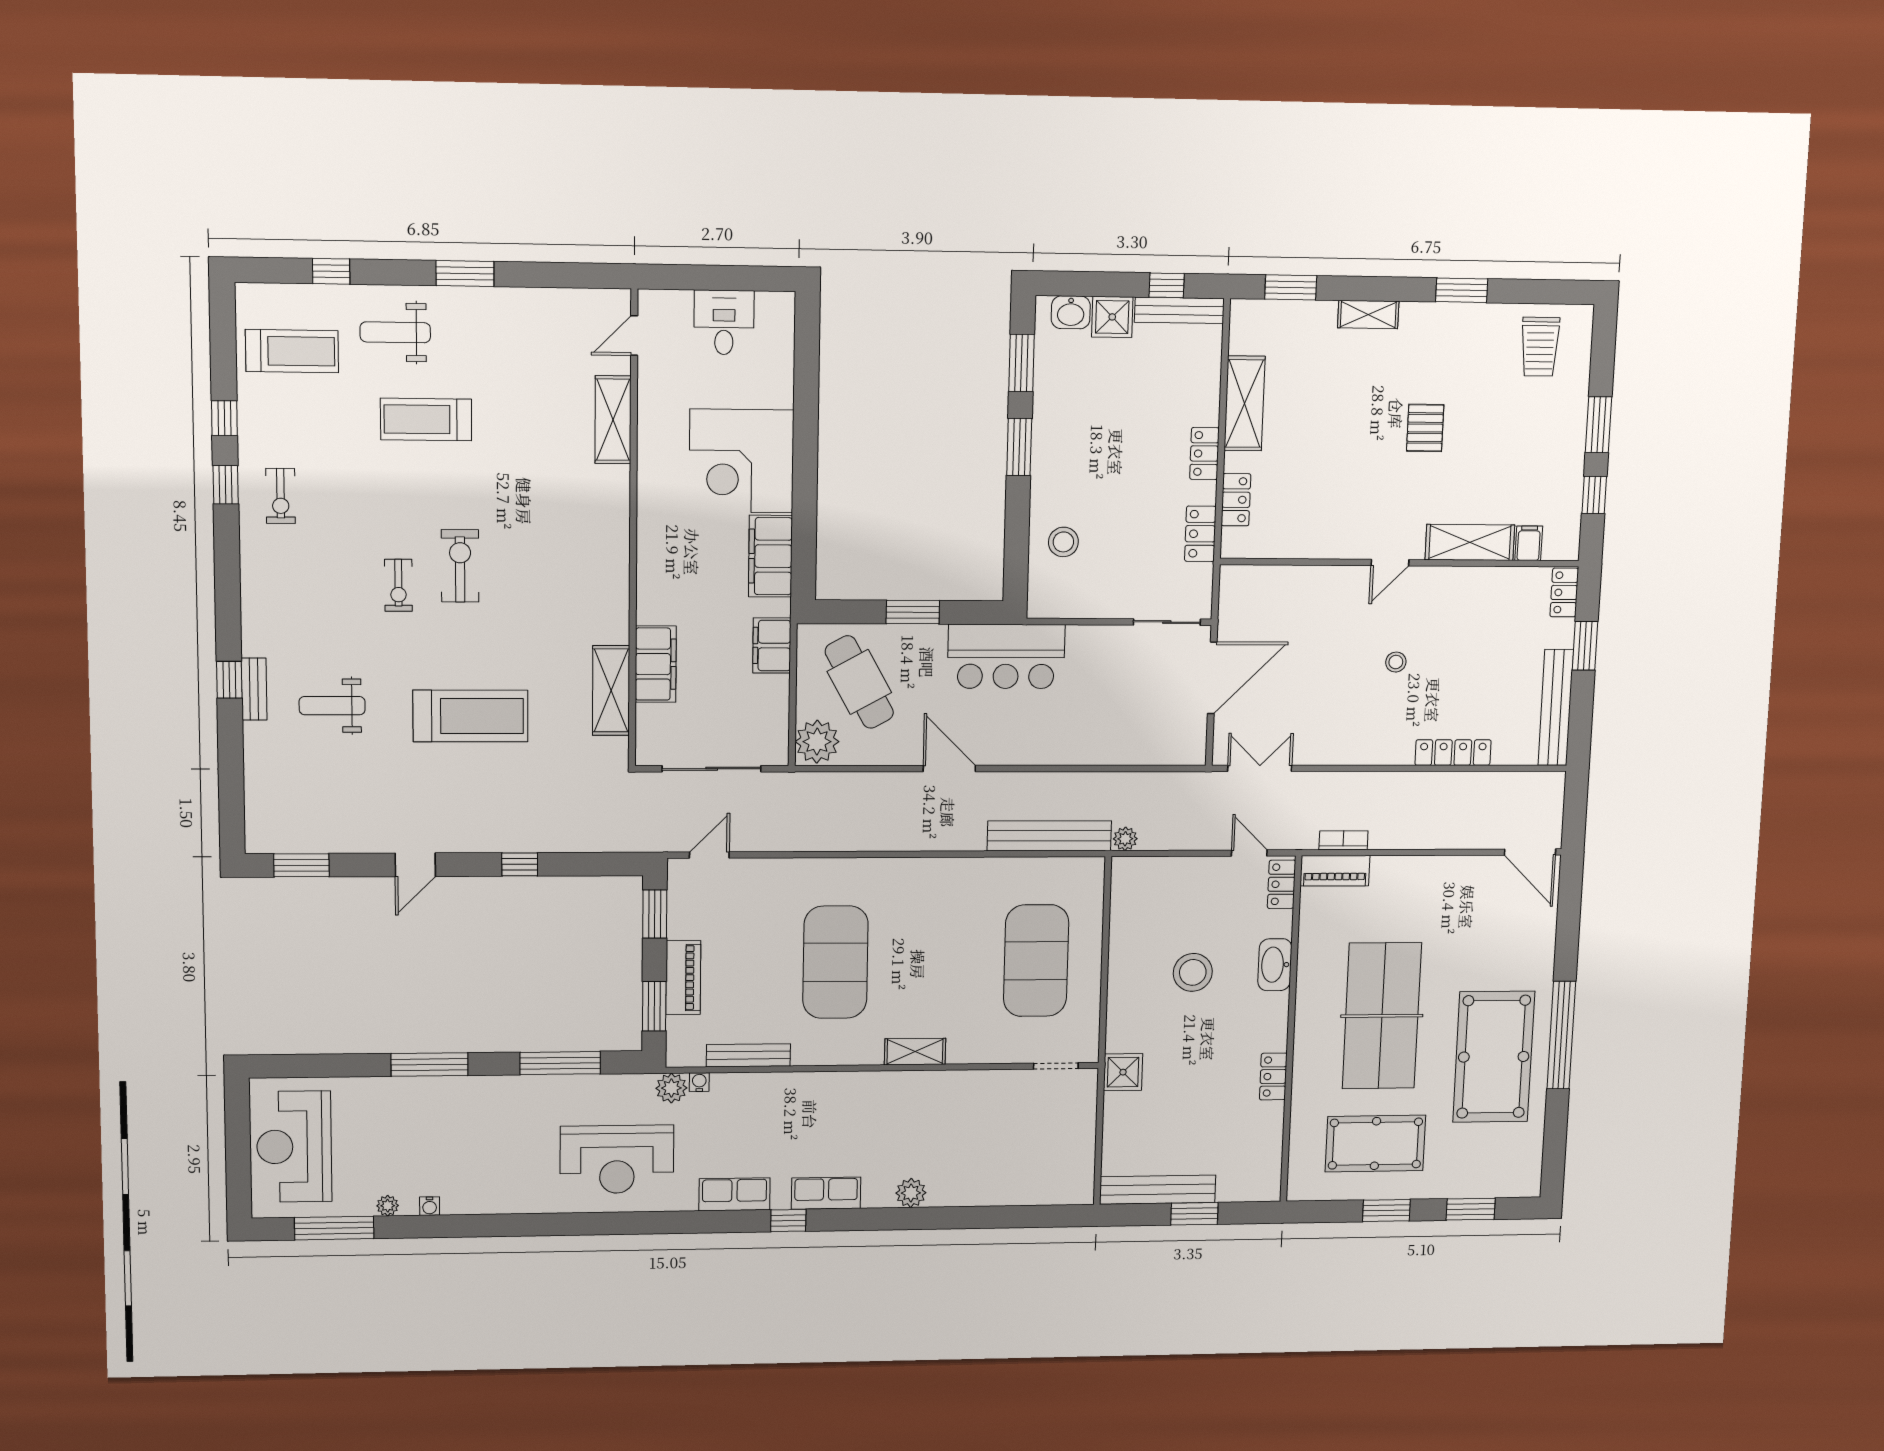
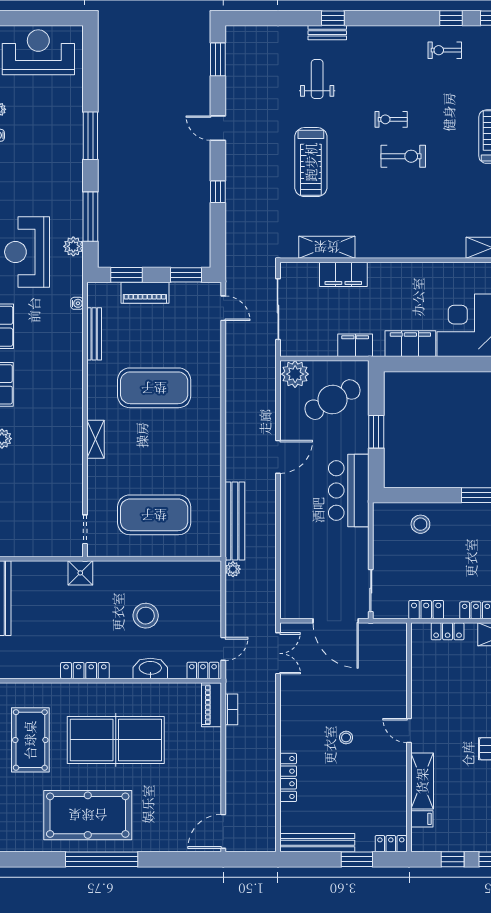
locker: (1273, 1077) -> (85, 671), width x1.53
plant: (671, 1088) -> (73, 246), moved

